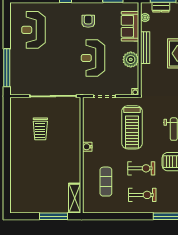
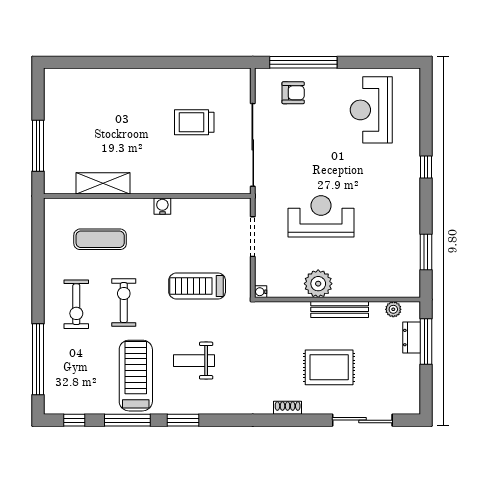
armchair: (88, 21) -> (293, 93), moved
sofa: (130, 26) -> (378, 282), removed
reception desk: (33, 30) -> (371, 110), turned -90
treadmill: (132, 127) -> (197, 286), width x0.73, depth x0.73
exercise bike: (141, 168) -> (124, 303), turned 180
shelving: (75, 198) -> (103, 183), moved

